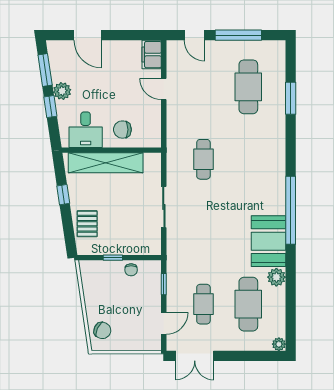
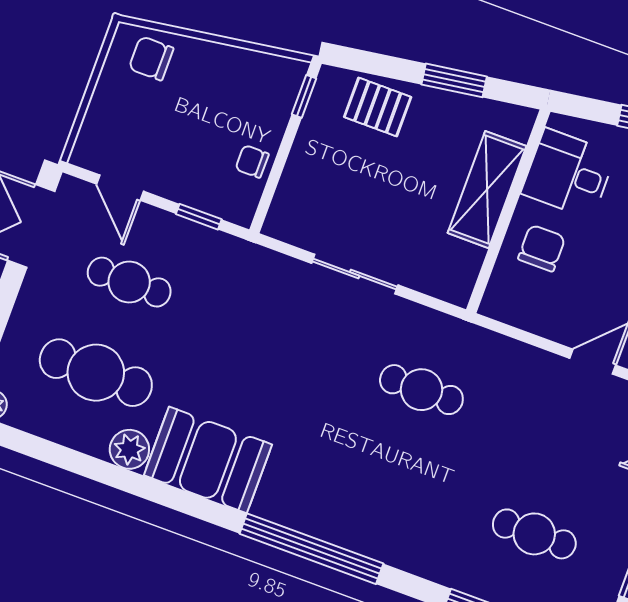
cafe table: (248, 87) -> (534, 534), width x0.73, depth x0.74
shelving: (106, 163) -> (487, 190), width x0.68
window: (63, 195) -> (454, 80), width x1.50
window: (291, 210) -> (311, 549), moved
window: (113, 258) -> (304, 96), moved
chair: (102, 330) -> (151, 58), turned 65

